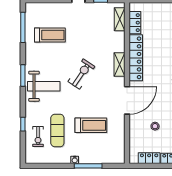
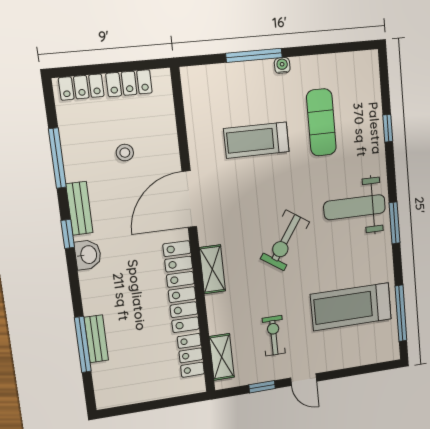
treadmill: (50, 35) -> (351, 307), width x1.37, depth x1.38
exercise bike: (38, 136) -> (274, 336), moved

